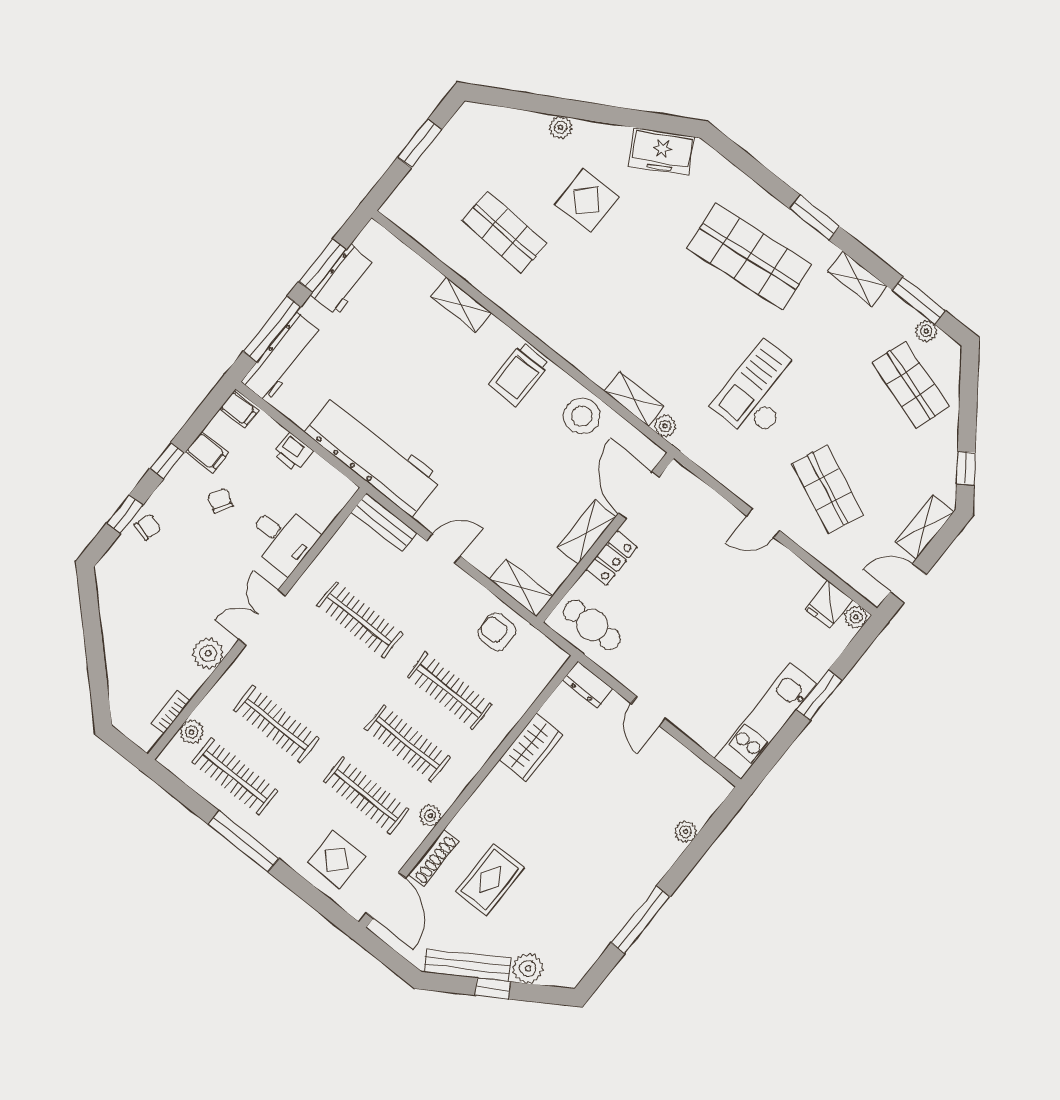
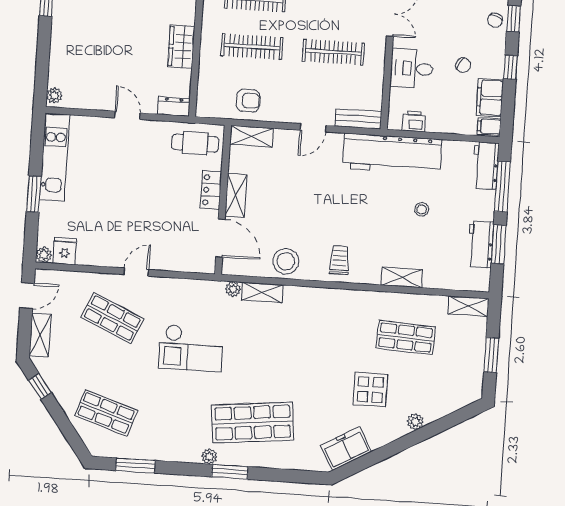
shelving: (858, 279) -> (468, 306), moved
plant: (926, 331) -> (209, 457), moved
workbench: (282, 357) -> (486, 166), width x0.73
stool: (383, 367) -> (422, 209), added
trolley: (519, 374) -> (339, 260), width x0.73, depth x0.72
checkout: (761, 391) -> (191, 348), turned 90
filing cabinet: (207, 452) -> (490, 98), width x2.00
printer: (293, 452) -> (414, 121), moved
plant: (686, 832) -> (54, 96), moved

